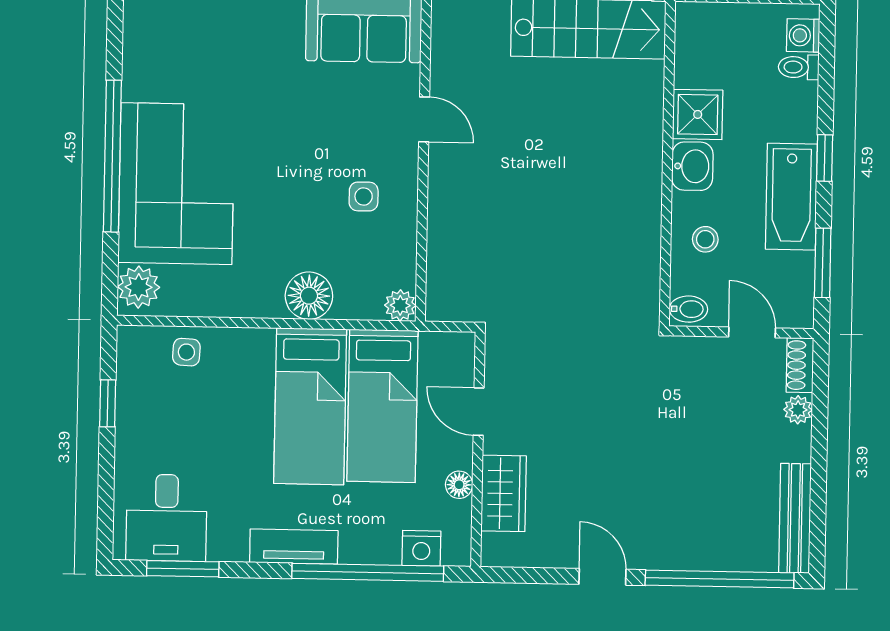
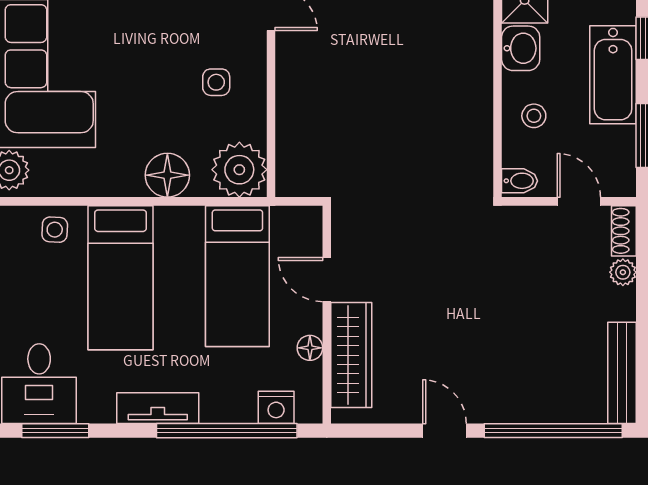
plant: (400, 305) -> (239, 170), width x1.88, depth x1.88
bed: (310, 406) -> (121, 278), moved
wardrobe: (504, 493) -> (351, 355), width x1.50

